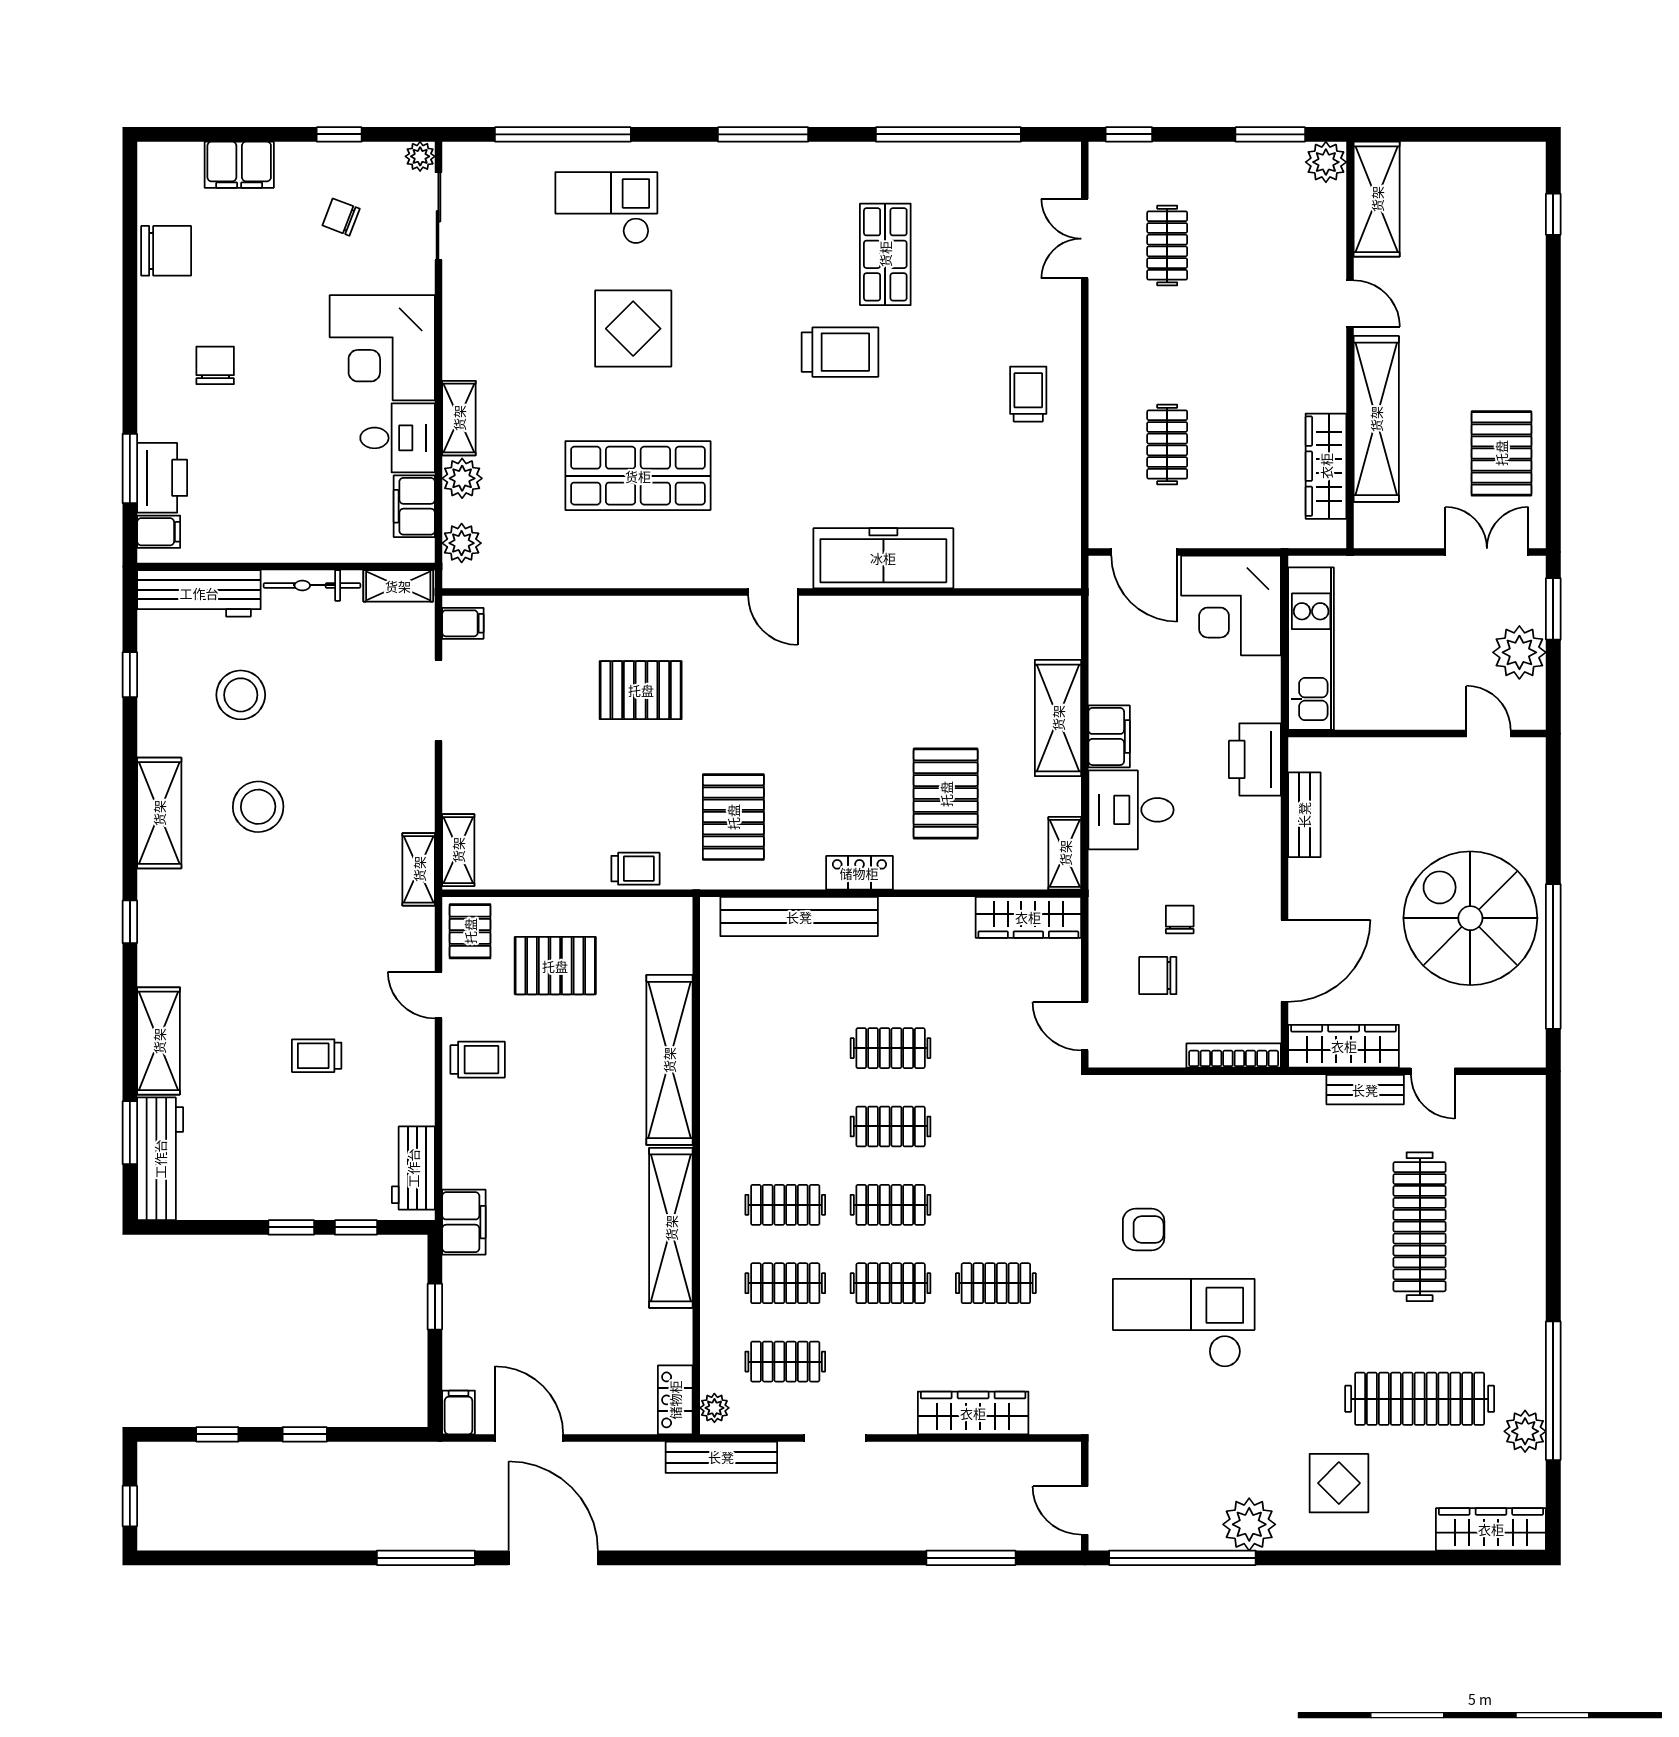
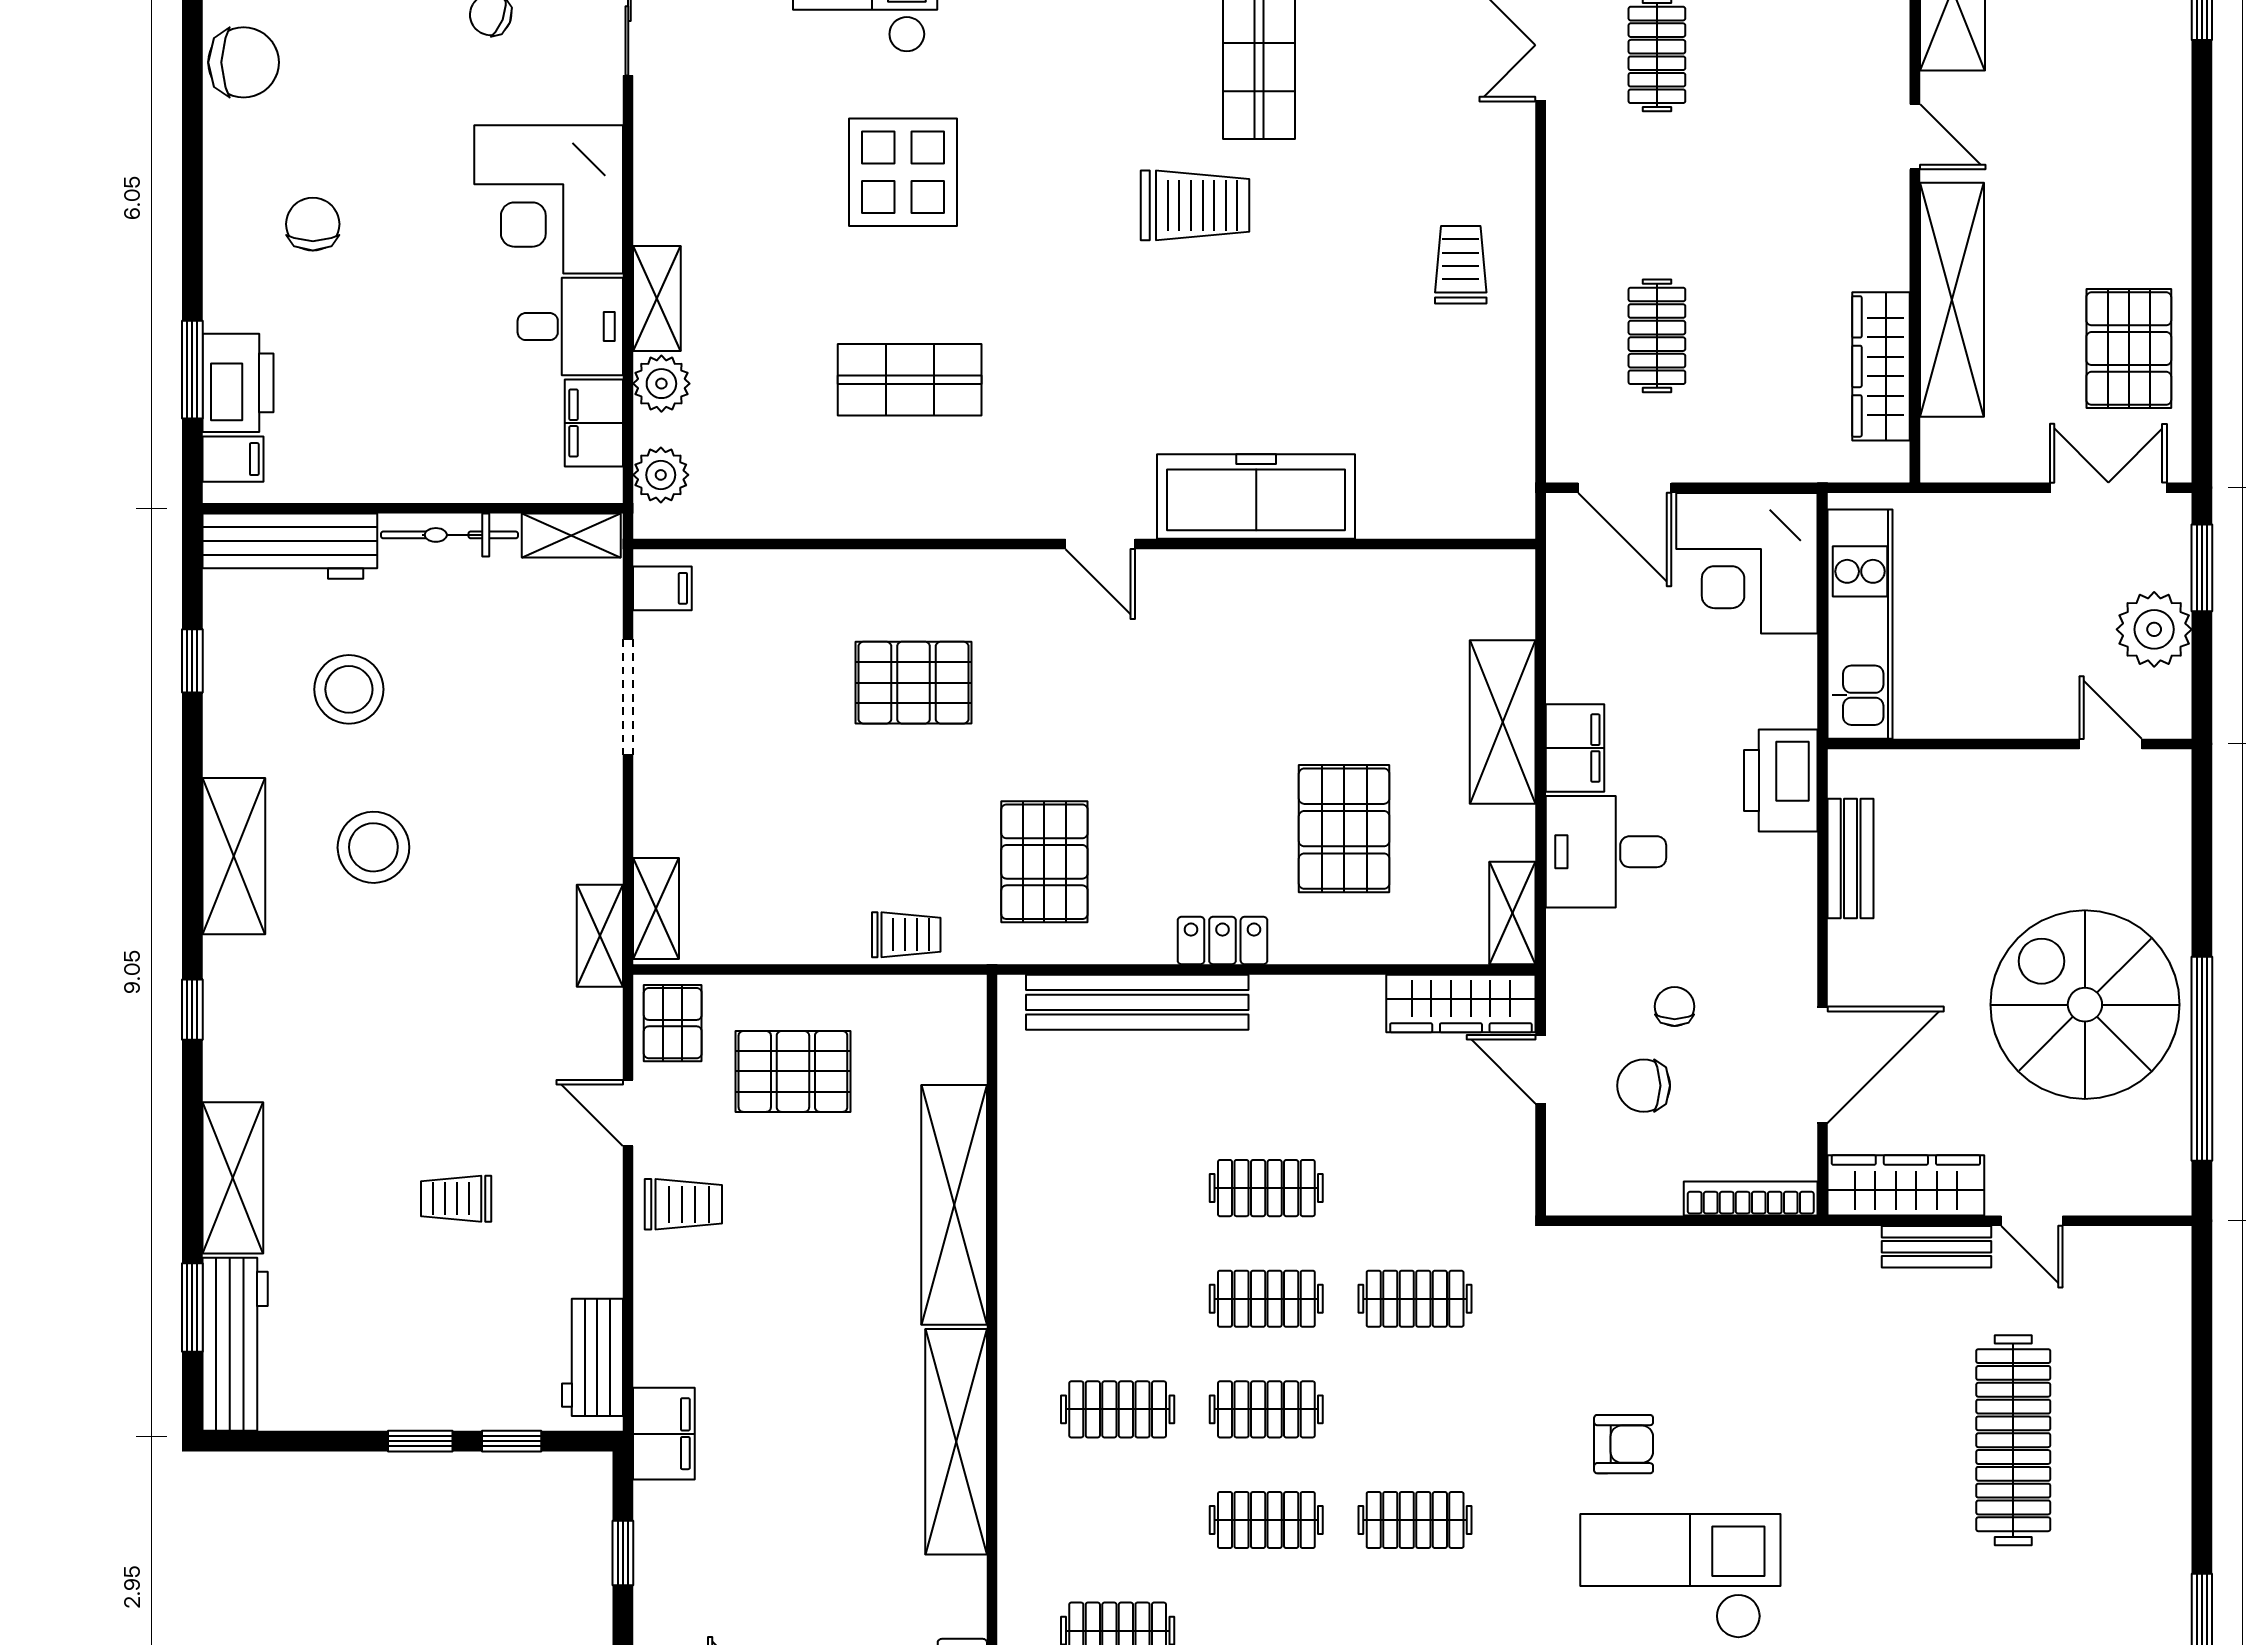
shop shelf: (638, 476) -> (910, 380), width x0.70, depth x0.74
door: (1085, 1026) -> (1541, 1069), moved
clothes rail: (785, 1283) -> (1415, 1299), moved

